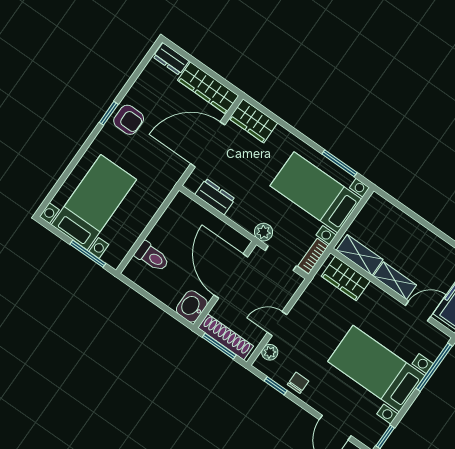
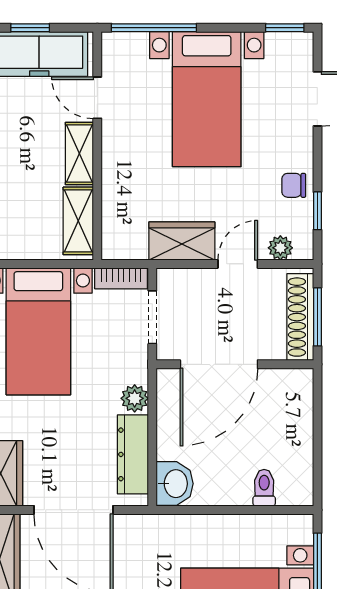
dresser: (215, 197) -> (133, 454), width x1.44
plant: (264, 232) -> (135, 398), moved
toilet: (152, 257) -> (264, 488), width x0.73, depth x0.72
wardrobe: (346, 279) -> (182, 241), moved, turned -90
washbasin: (192, 306) -> (175, 484), moved, turned -90
door: (277, 324) -> (238, 264), swing flipped

